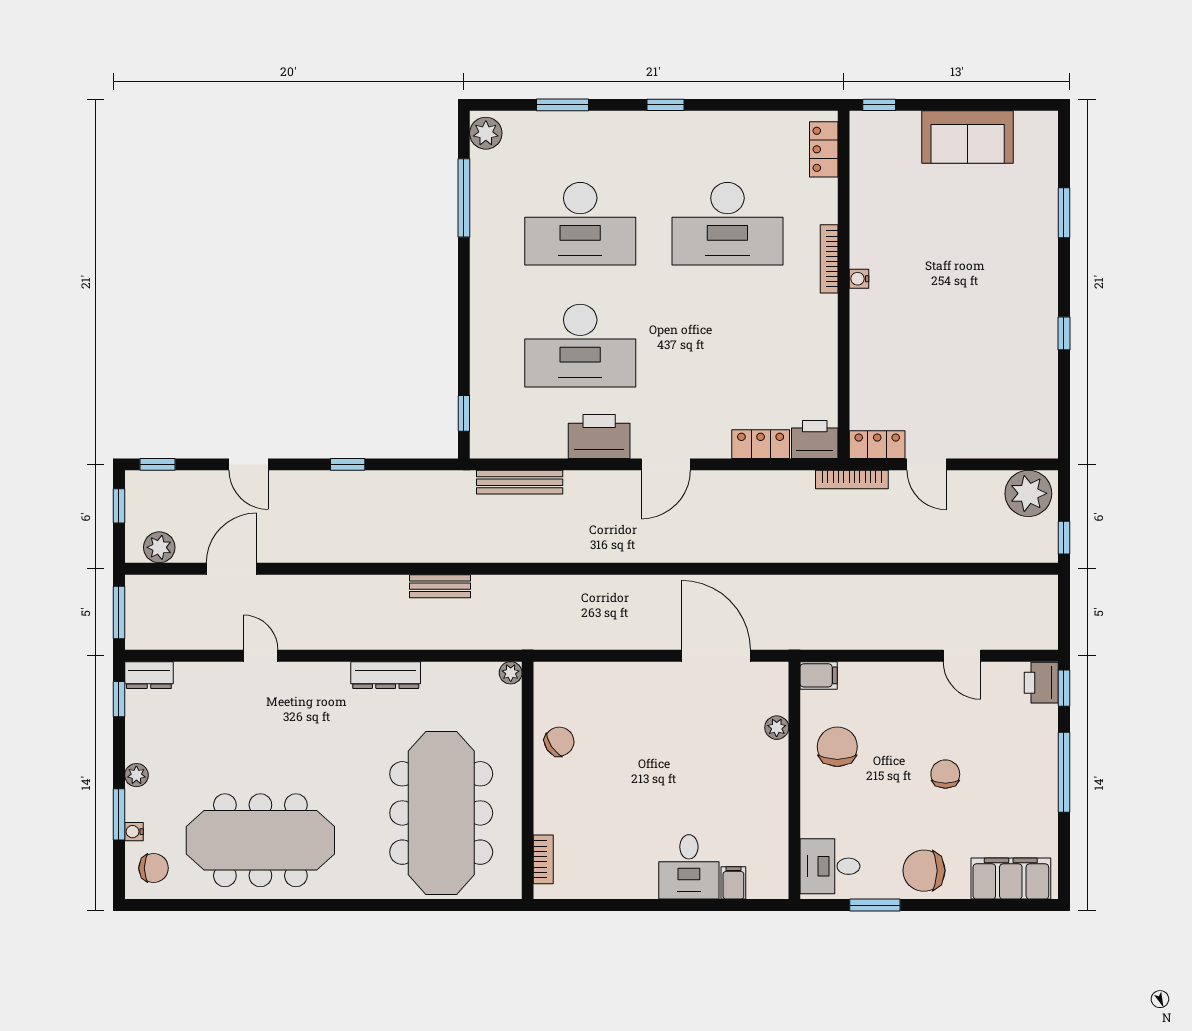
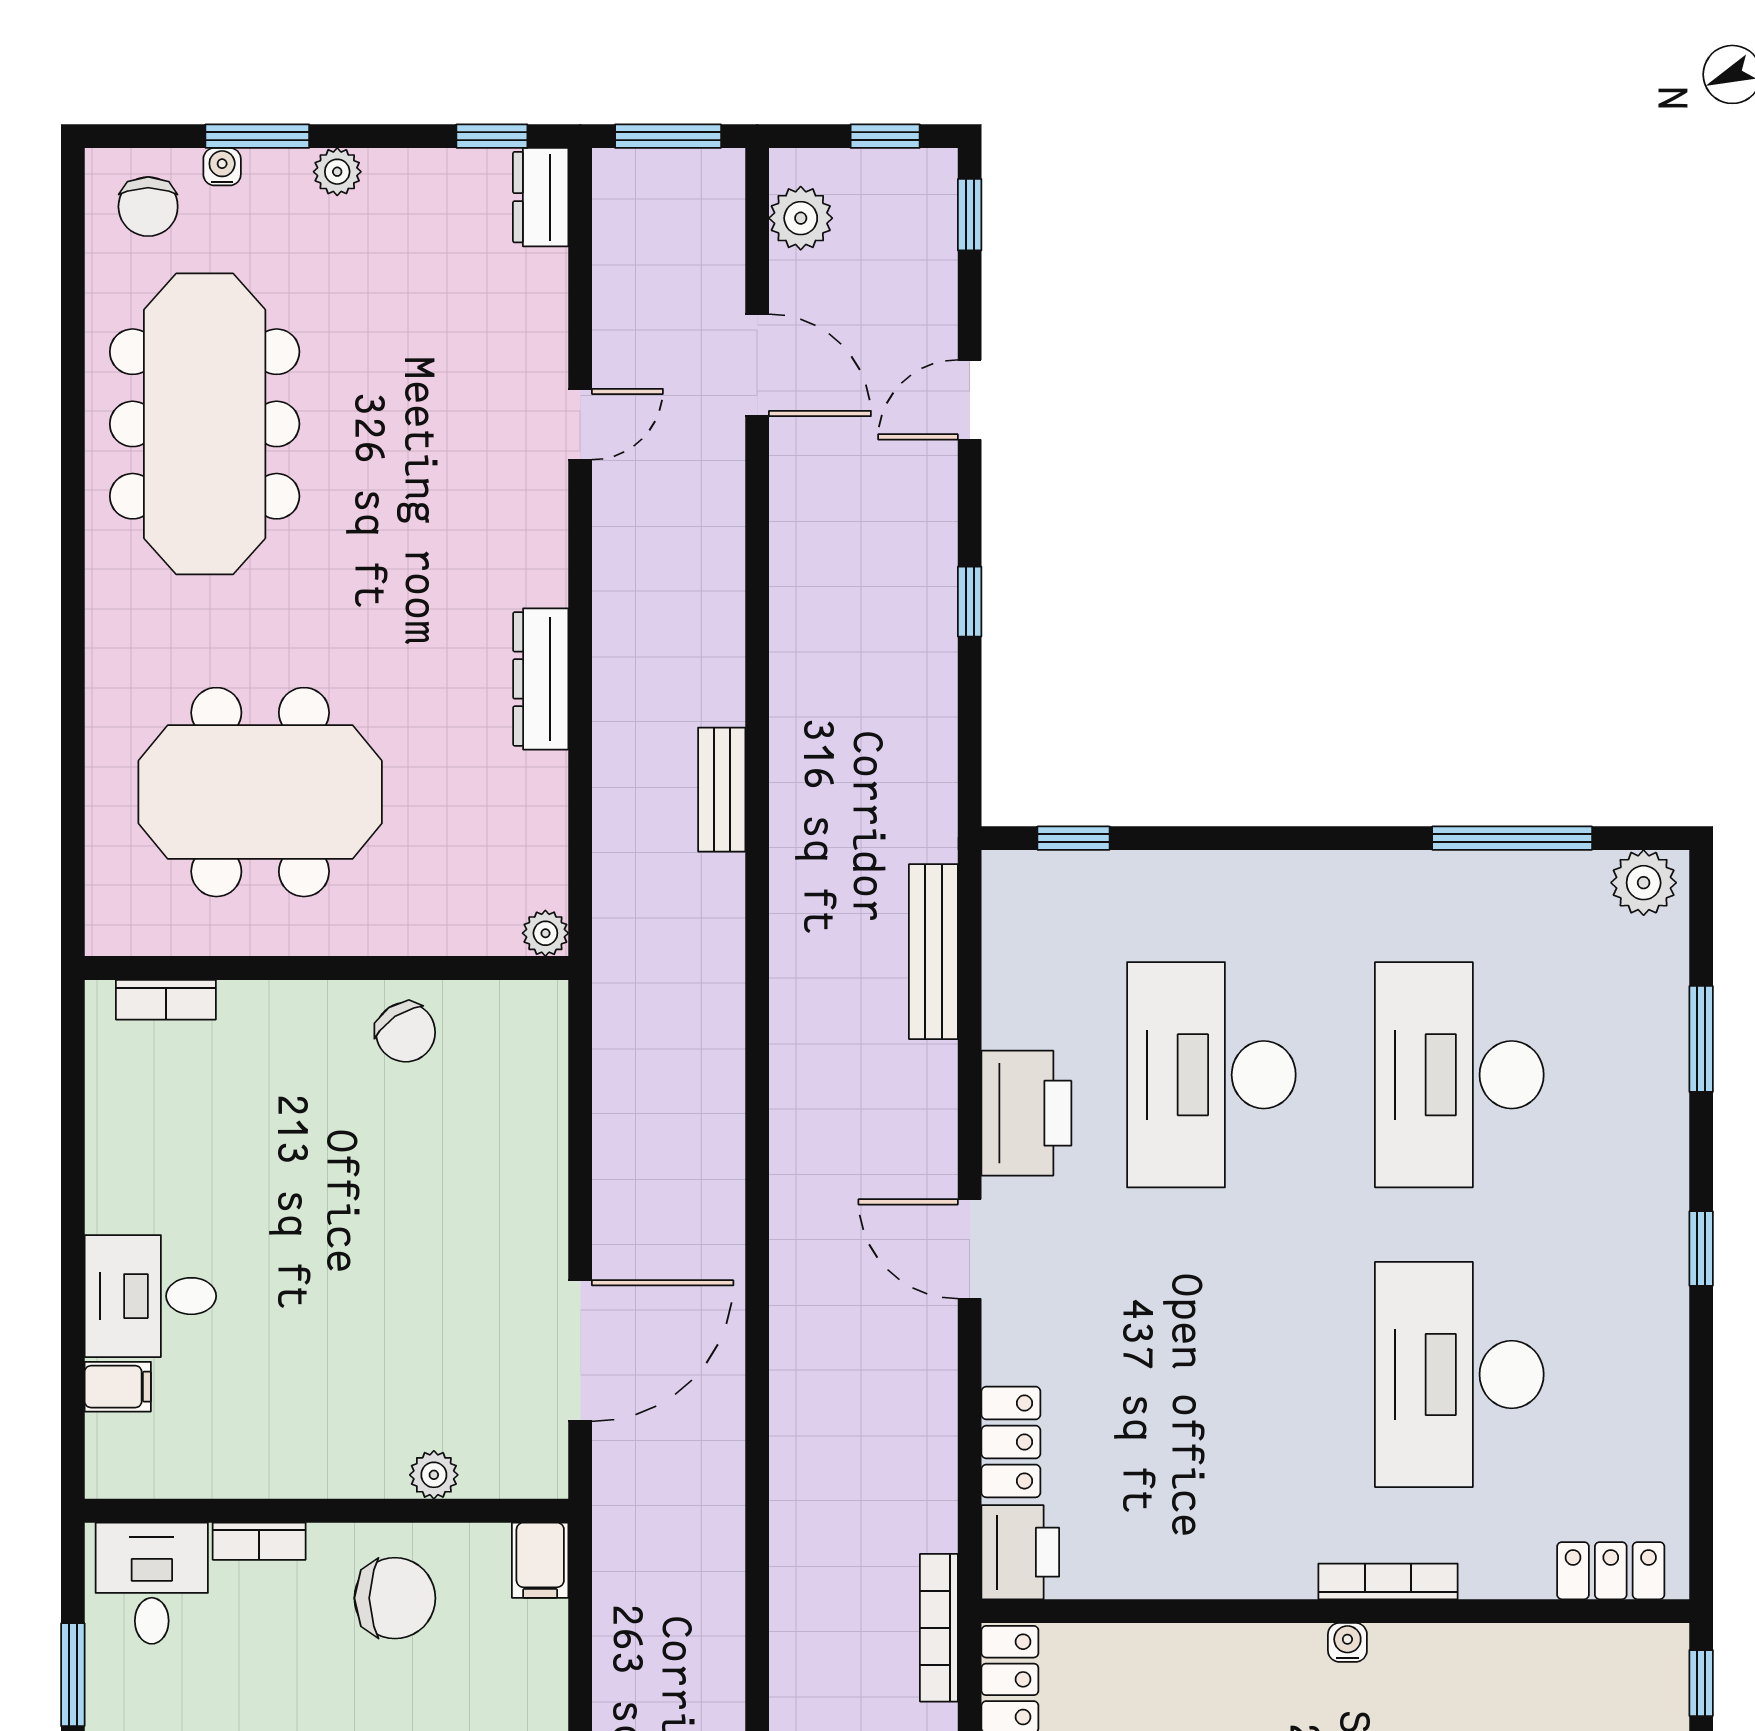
meeting table: (441, 813) -> (260, 792), width x0.73
bookcase: (809, 813) -> (259, 1541), added

